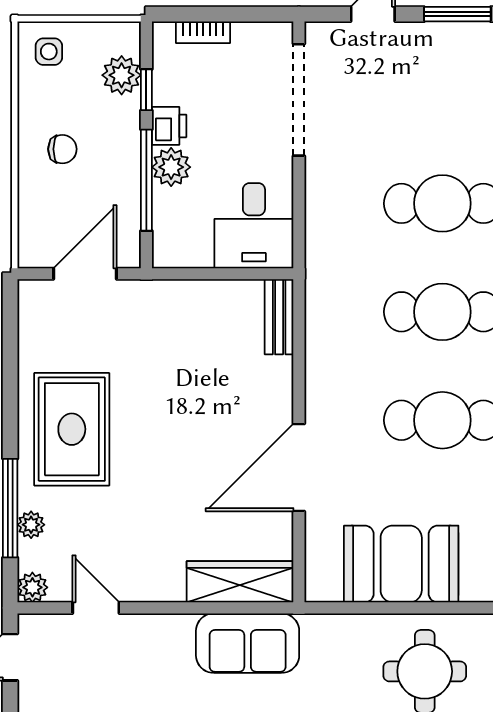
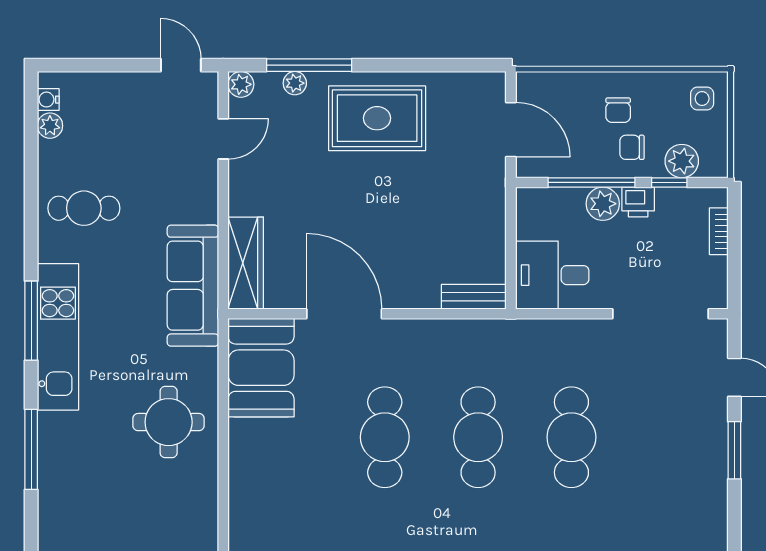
chair: (106, 133) -> (632, 147), added
booth: (401, 564) -> (261, 368), moved
sofa: (248, 643) -> (193, 286), width x1.36

